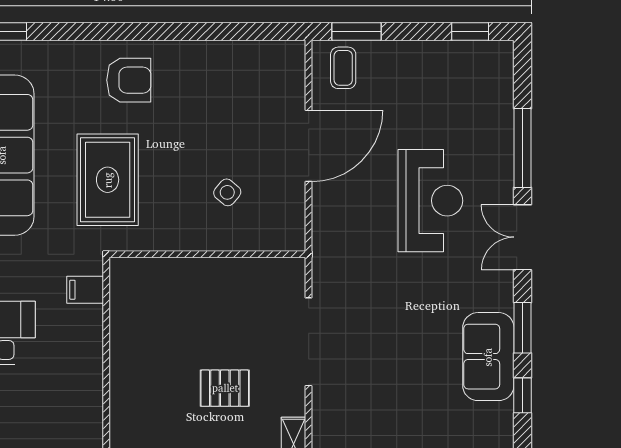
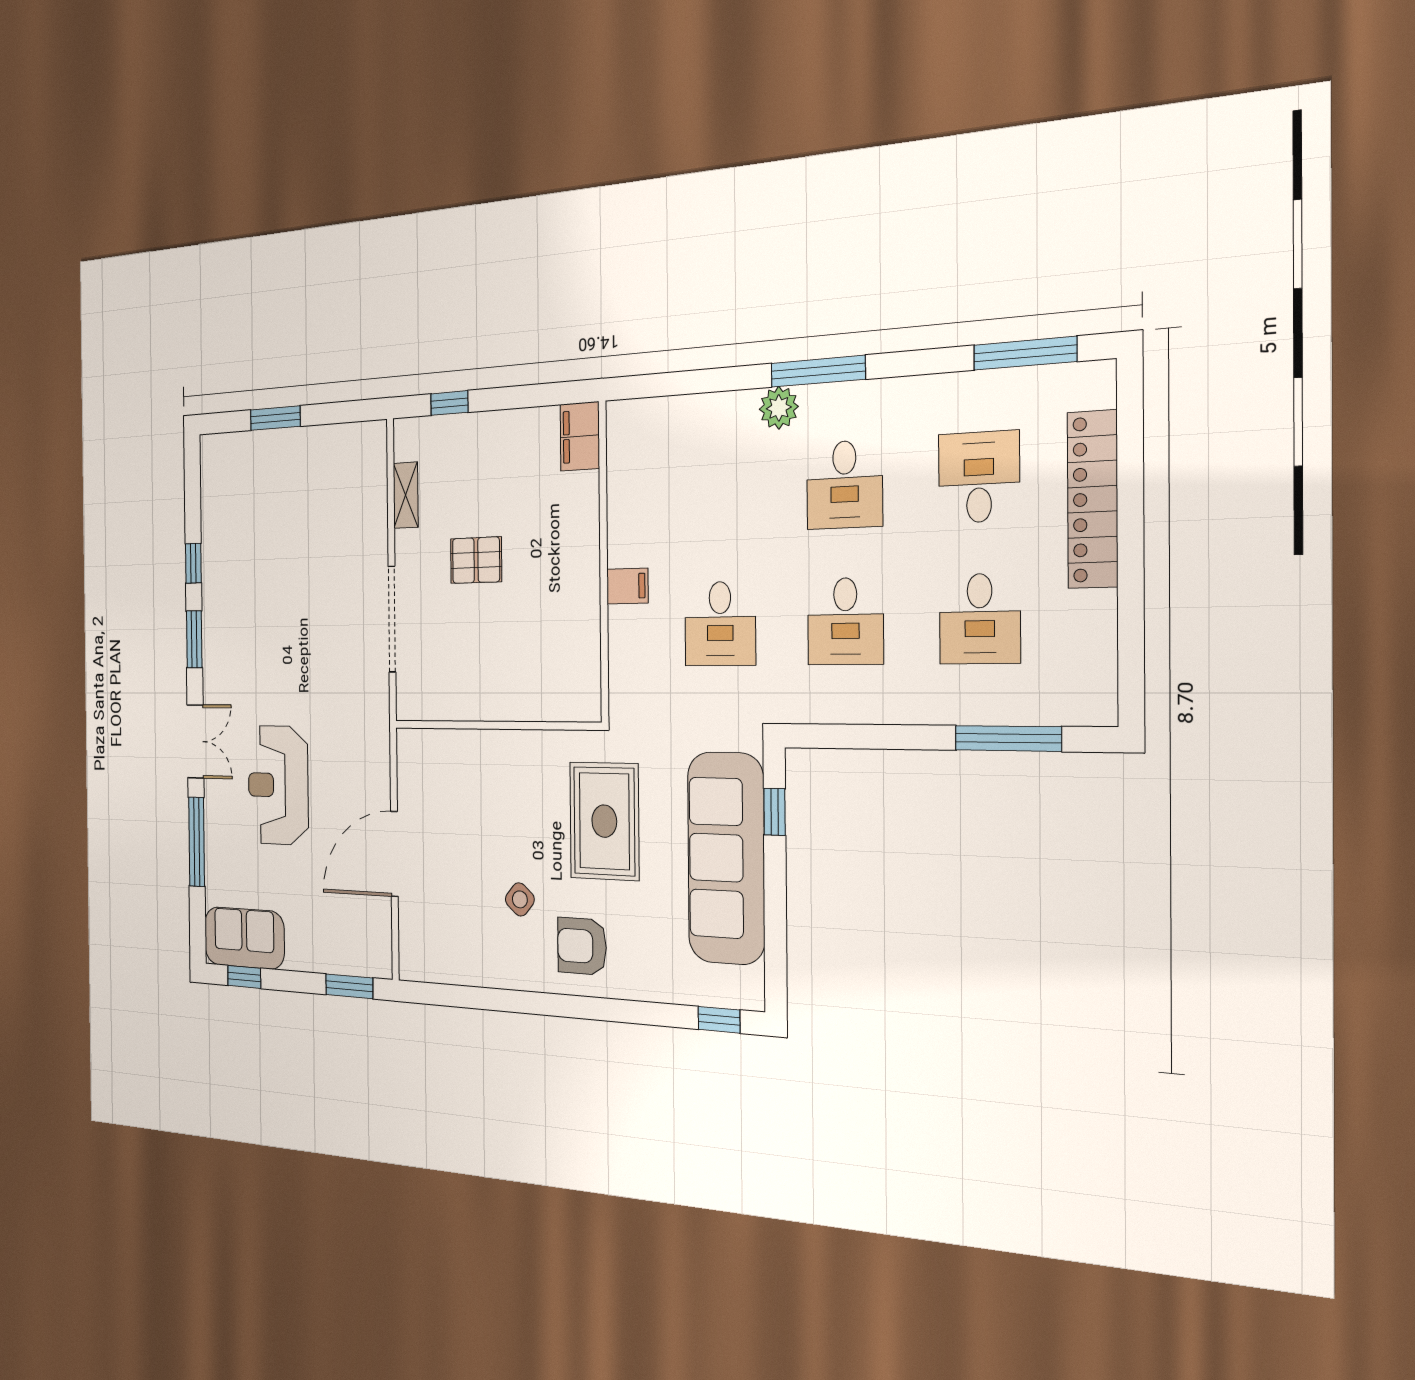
coffee table: (343, 68) -> (362, 945), removed
side table: (227, 192) -> (520, 899), moved
filing cabinet: (85, 290) -> (627, 586), moved
sofa: (488, 357) -> (244, 938), moved, turned -90

